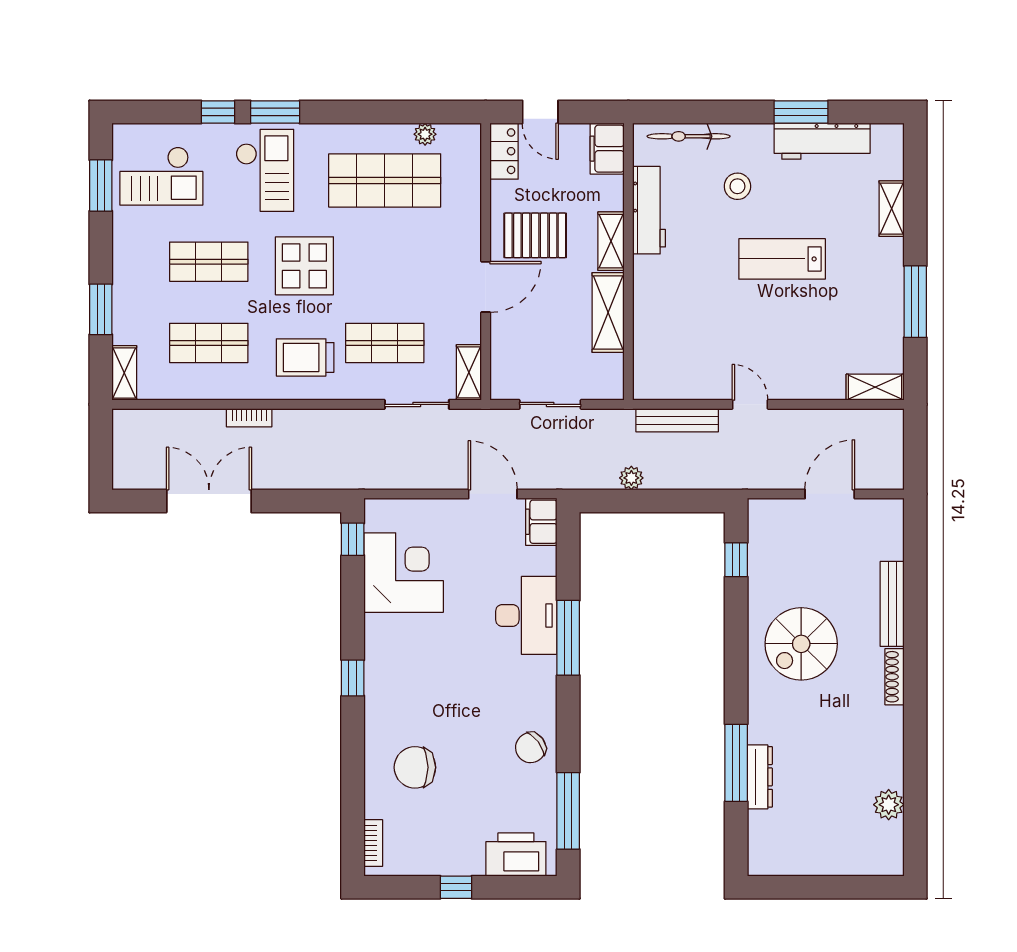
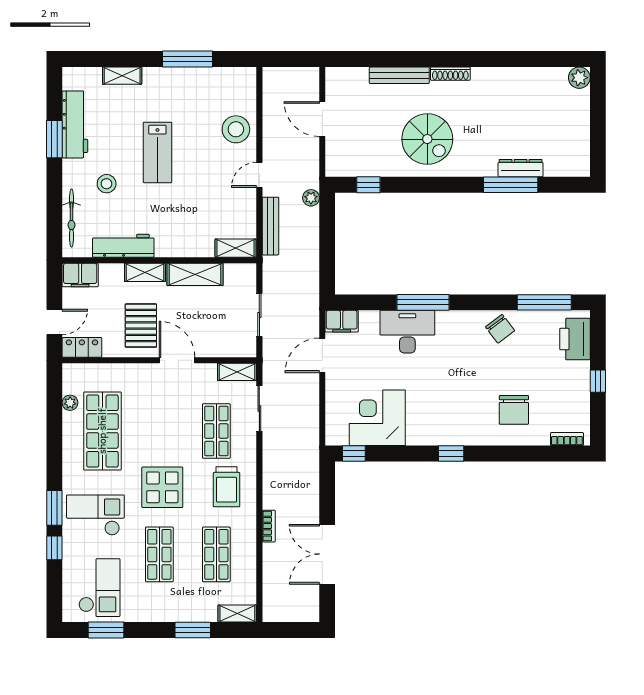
stool: (815, 371) -> (236, 129), added
shelving: (875, 387) -> (236, 248), moved, turned 90
plant: (631, 478) -> (311, 198), moved
plant: (889, 805) -> (579, 78), moved

